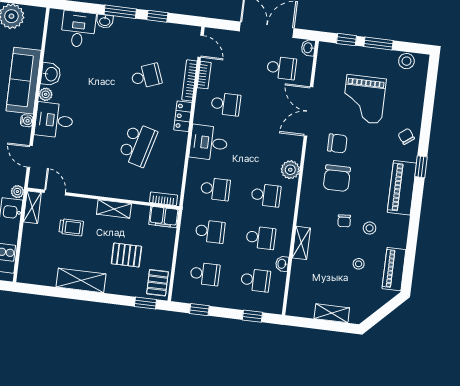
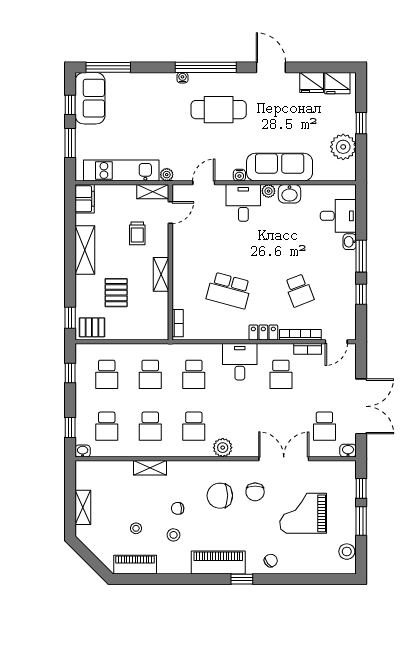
filing cabinet: (164, 217) -> (85, 199), moved, turned 180
washbasin: (282, 264) -> (83, 451), moved

